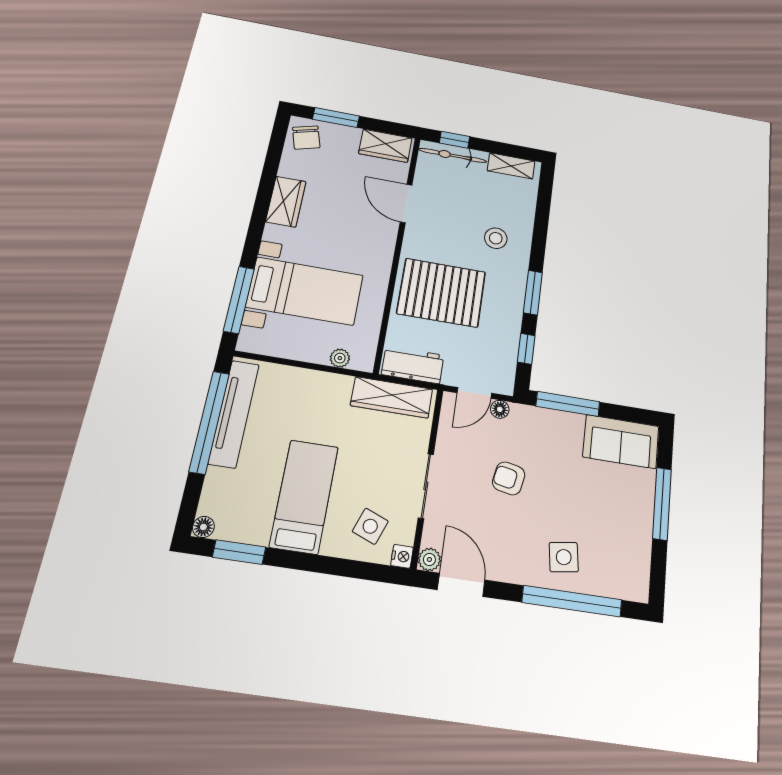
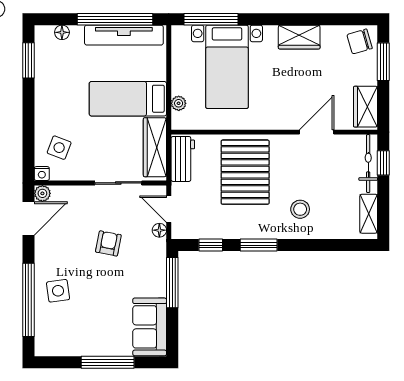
sliding door: (426, 486) -> (118, 183), moved
bed: (304, 496) -> (128, 99), moved, turned 180
floor lamp: (203, 527) -> (62, 32), moved

